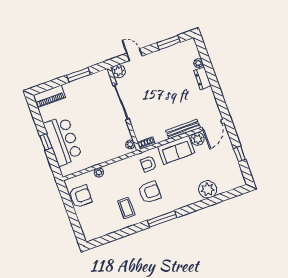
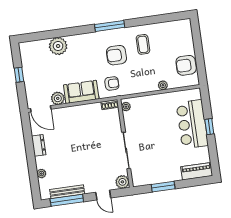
window: (169, 42) -> (67, 200), width x1.44
dresser: (202, 78) -> (39, 145), moved
door: (212, 125) -> (41, 109), swing flipped
bench: (183, 129) -> (67, 192), moved

